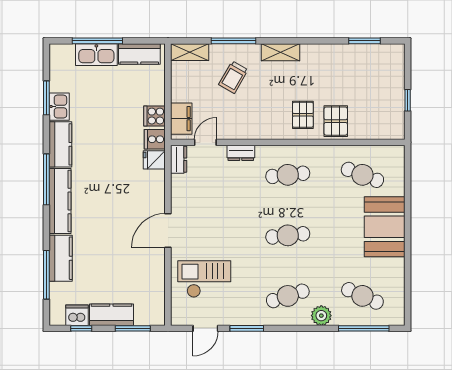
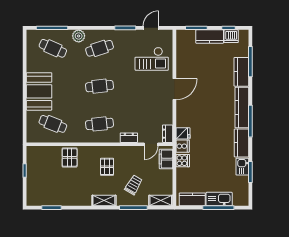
pallet: (303, 115) -> (107, 167), moved

